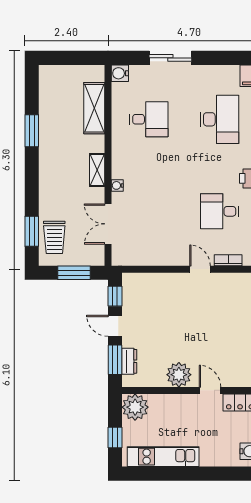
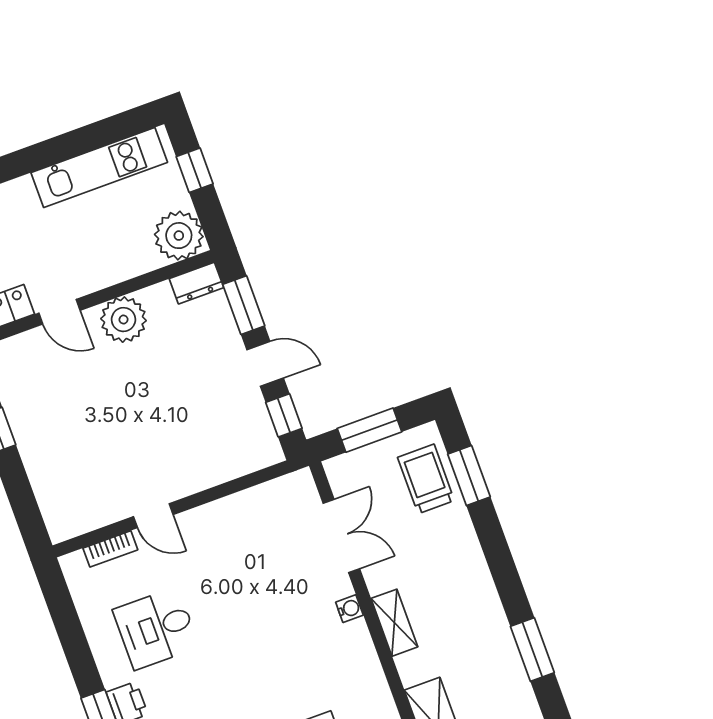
desk: (220, 211) -> (156, 628), turned 180
dresser: (129, 361) -> (196, 283), moved, turned -90

